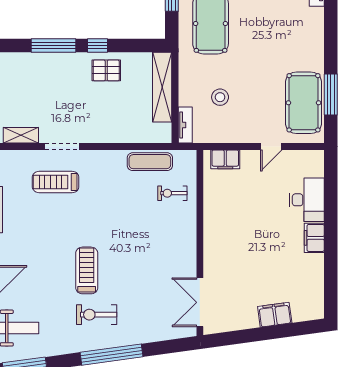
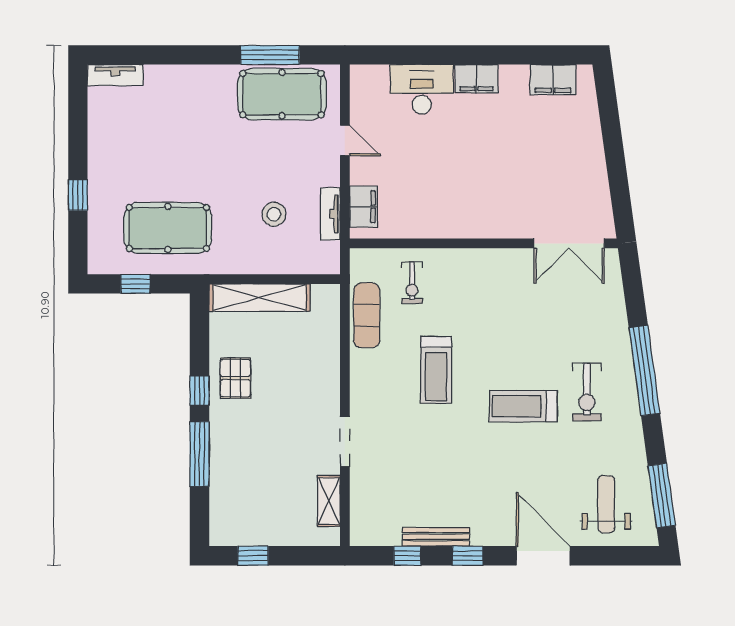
tv unit: (185, 125) -> (330, 214), moved, turned -90
treadmill: (56, 182) -> (436, 370), moved
filing cabinet: (275, 315) -> (553, 80), moved, turned -82

